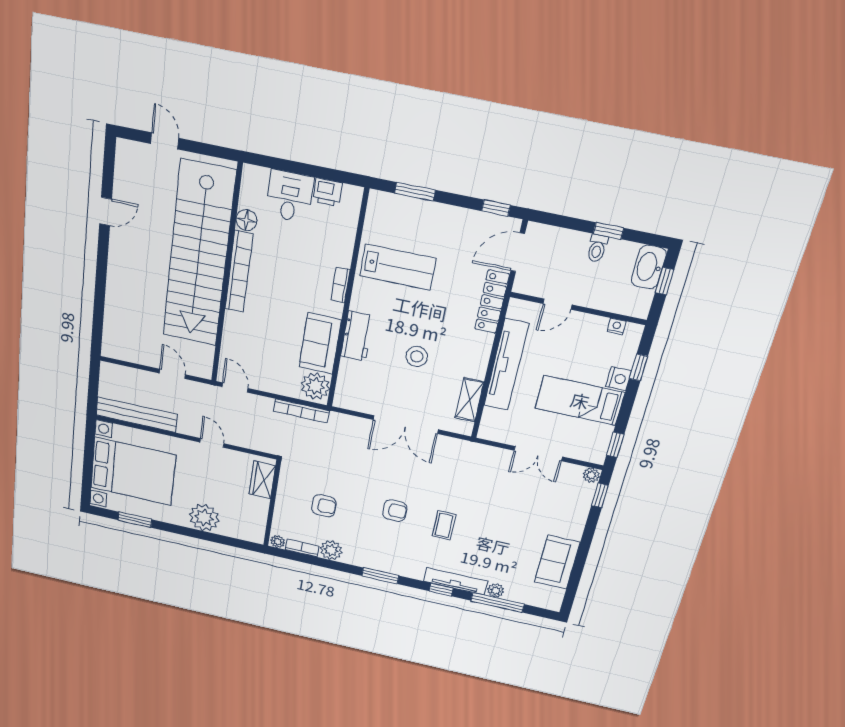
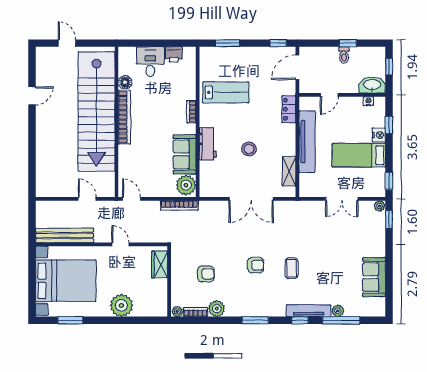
washbasin: (649, 267) -> (372, 85), moved, turned 90
locker: (492, 302) -> (289, 109), width x0.66

